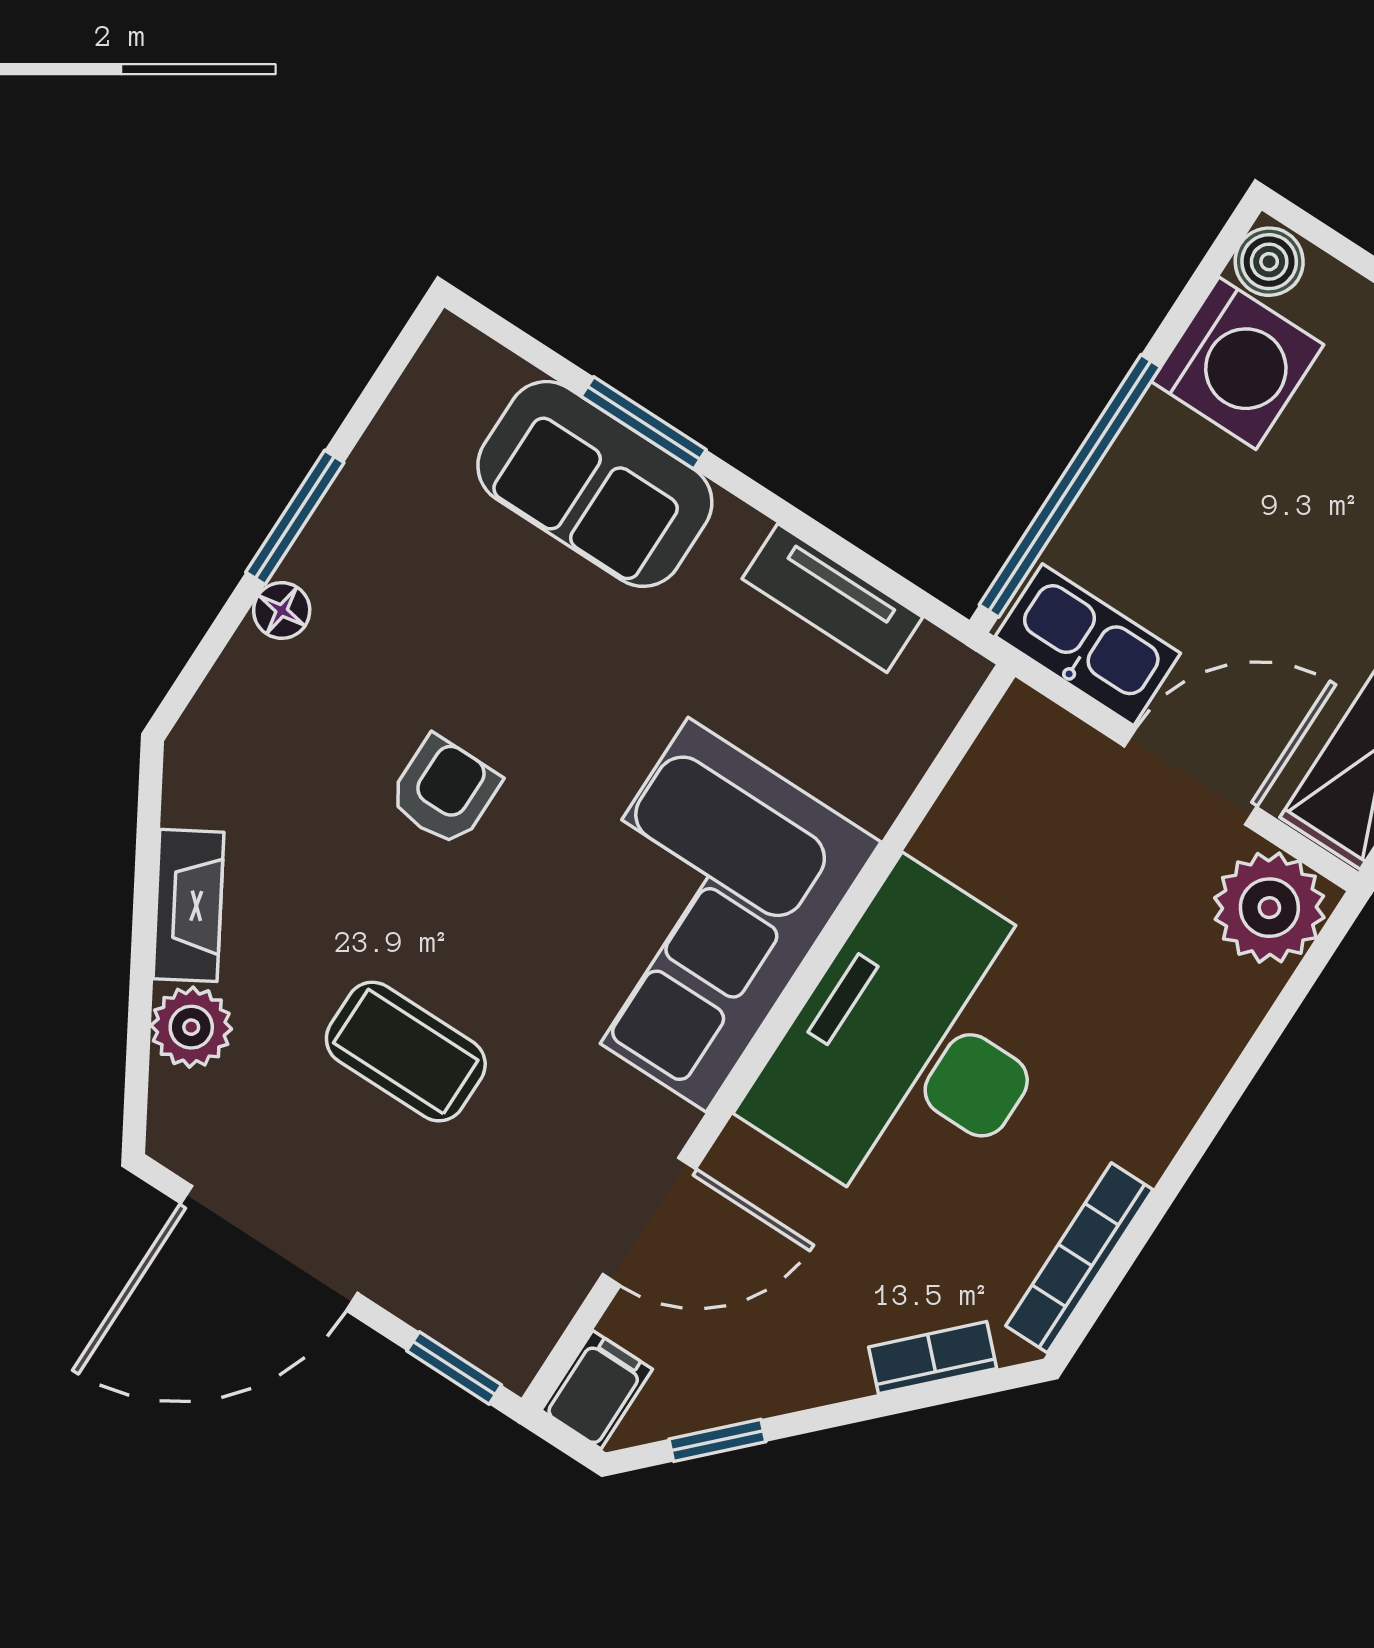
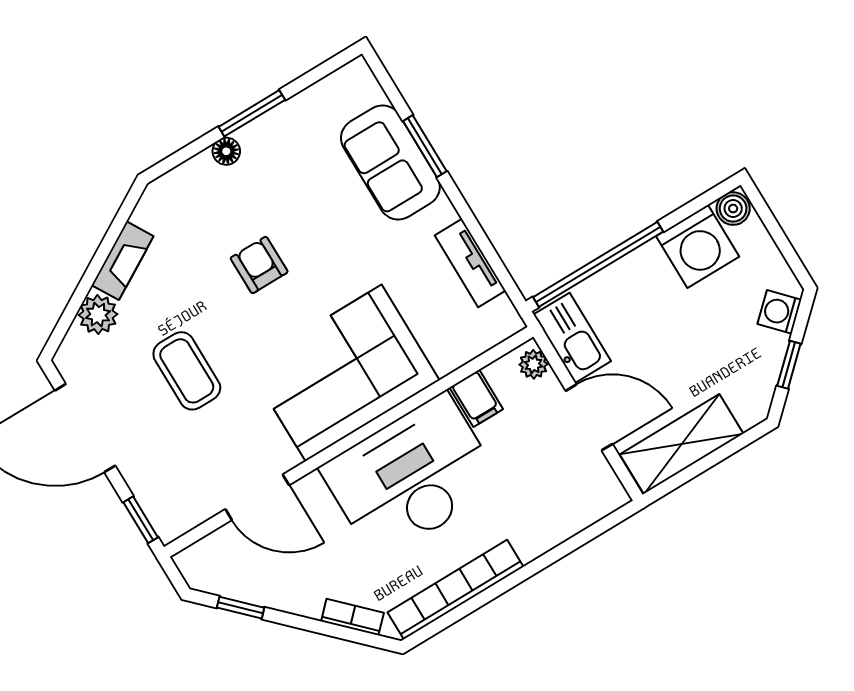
armchair: (444, 791) -> (259, 265), turned -90
plant: (1269, 908) -> (533, 364), moved, width x0.53, depth x0.53
bookcase: (1079, 1258) -> (456, 590), width x1.48, depth x1.31
filing cabinet: (597, 1390) -> (476, 398), moved, turned 90

